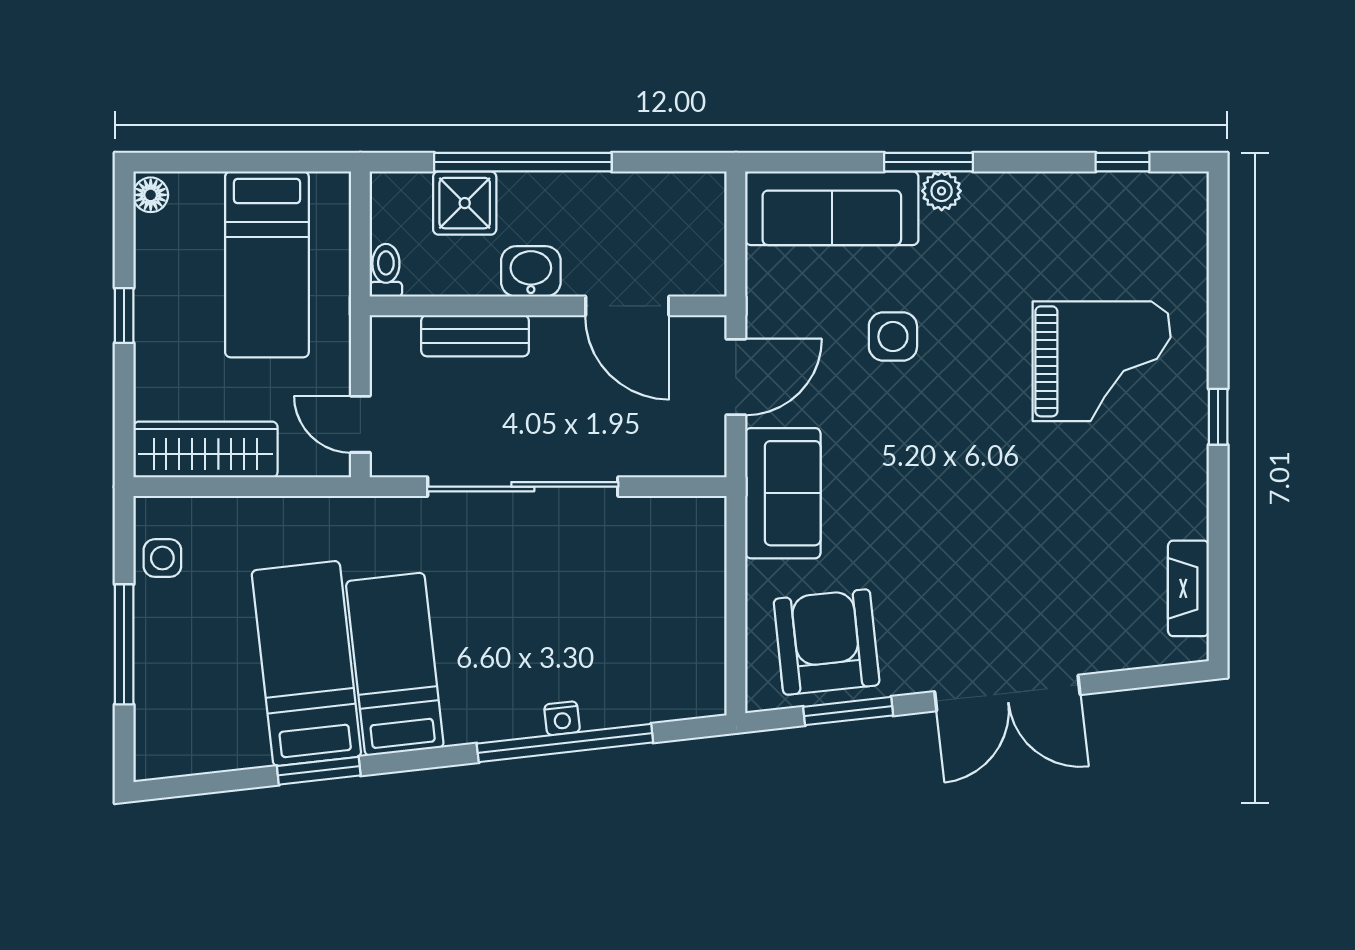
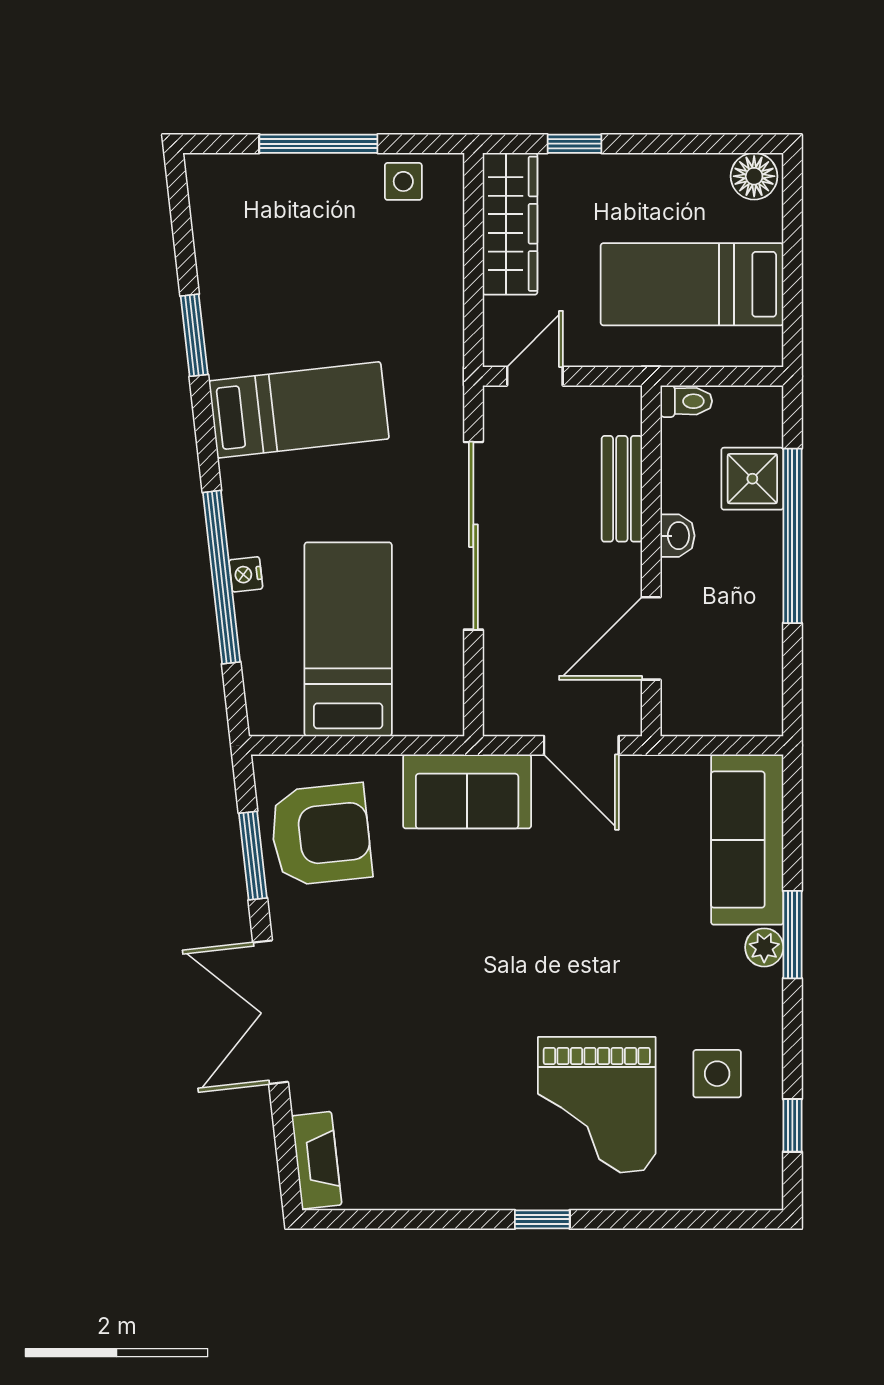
floor lamp: (151, 195) -> (754, 176), width x1.37, depth x1.37
washbasin: (531, 271) -> (677, 536), width x0.72, depth x0.69
window: (124, 316) -> (574, 144), moved
side table: (893, 337) -> (717, 1074), moved
fireplace: (1188, 588) -> (317, 1160), moved, turned 84
bed: (306, 664) -> (348, 639), moved, turned -84

